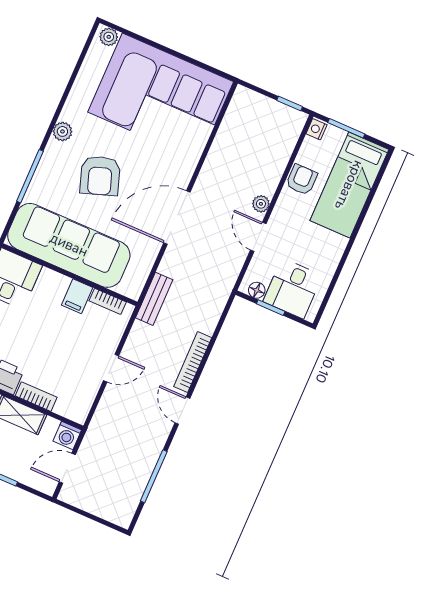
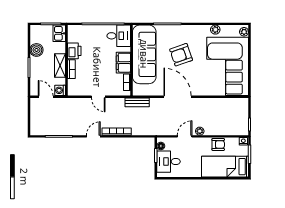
plant: (62, 131) -> (215, 30), moved
filing cabinet: (77, 296) -> (123, 63), width x2.00

